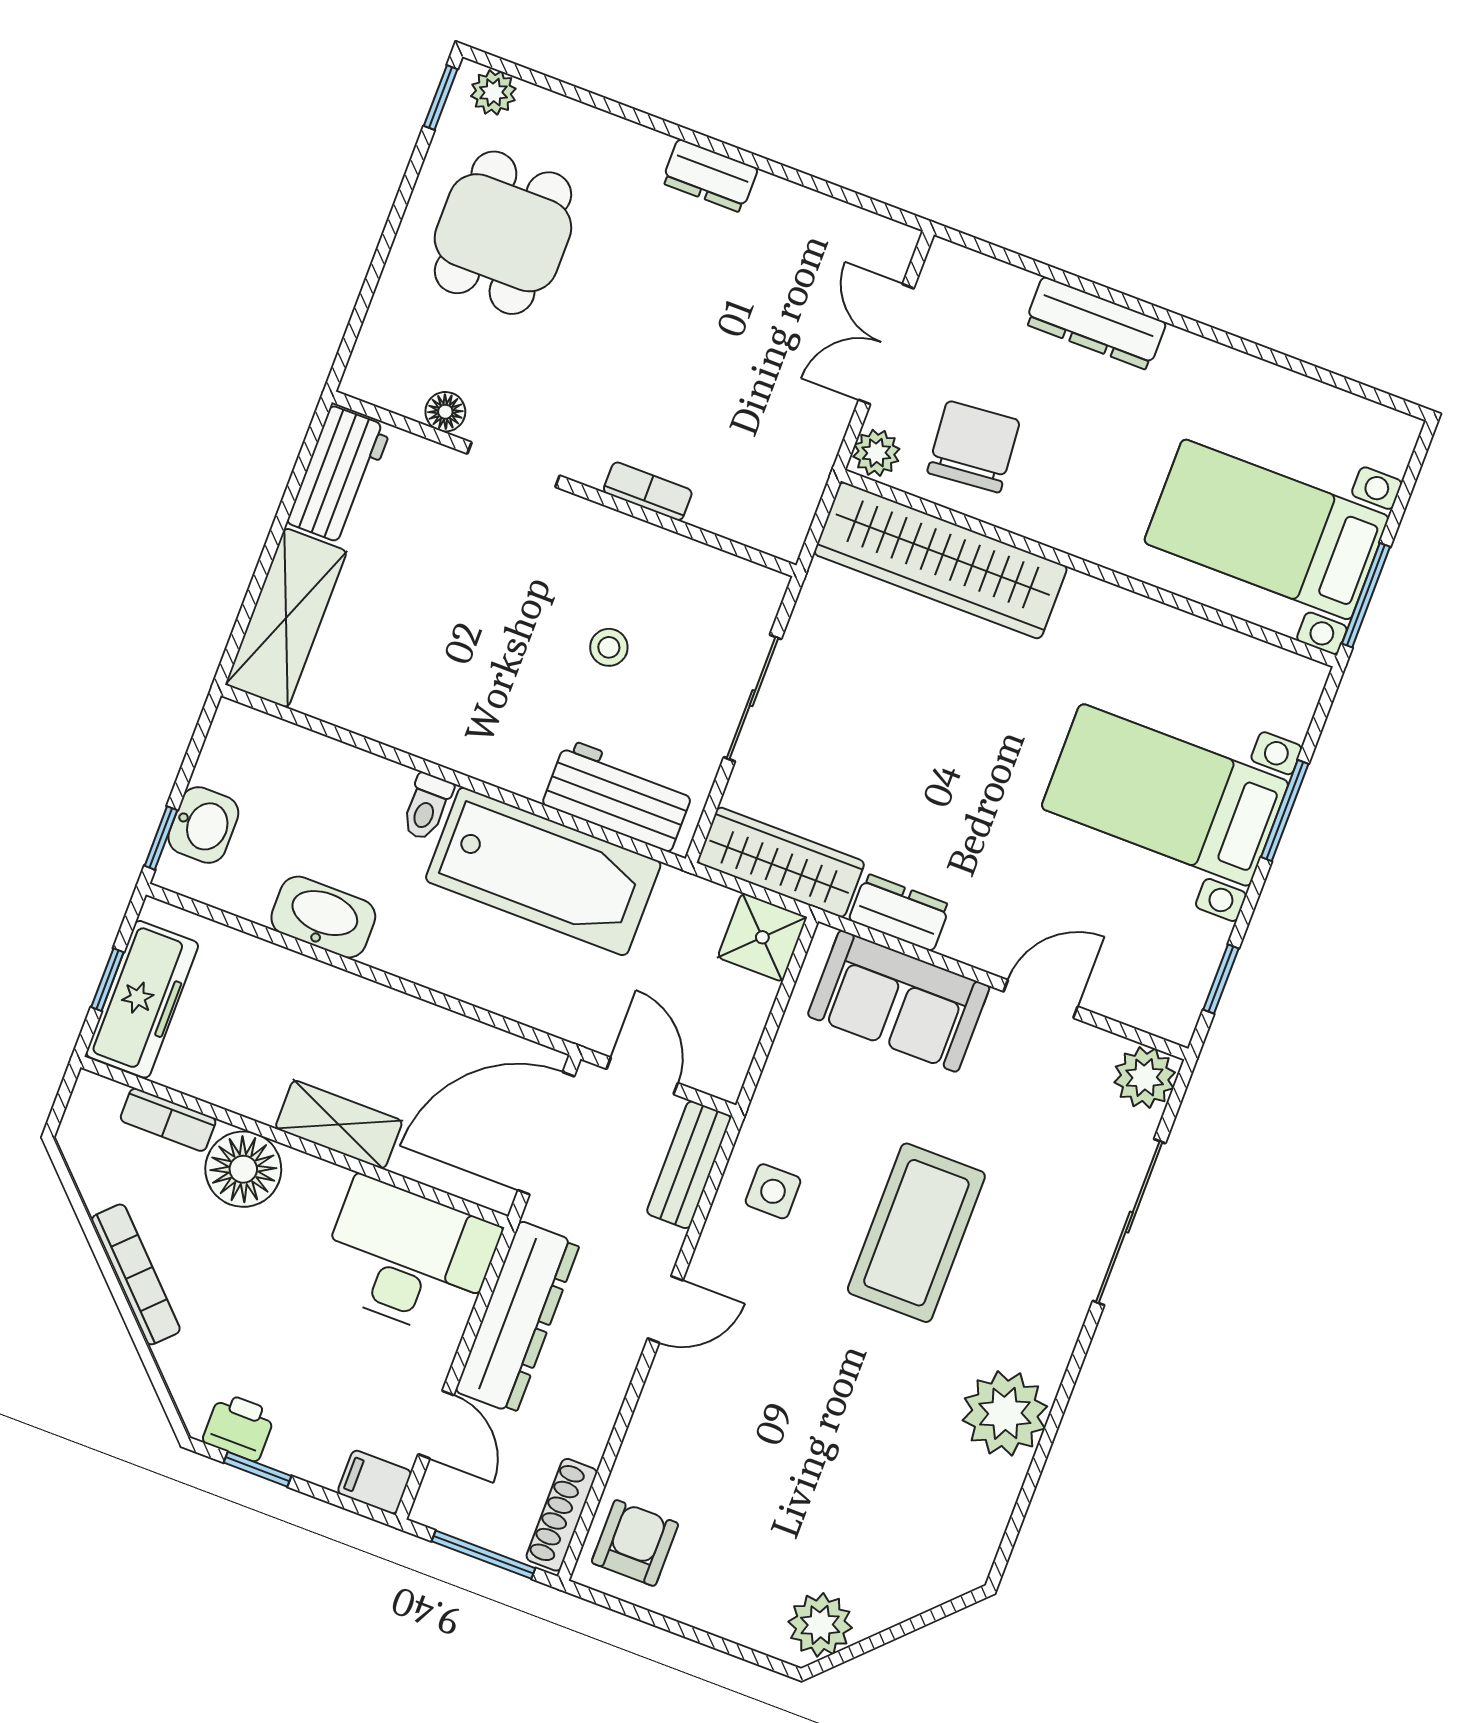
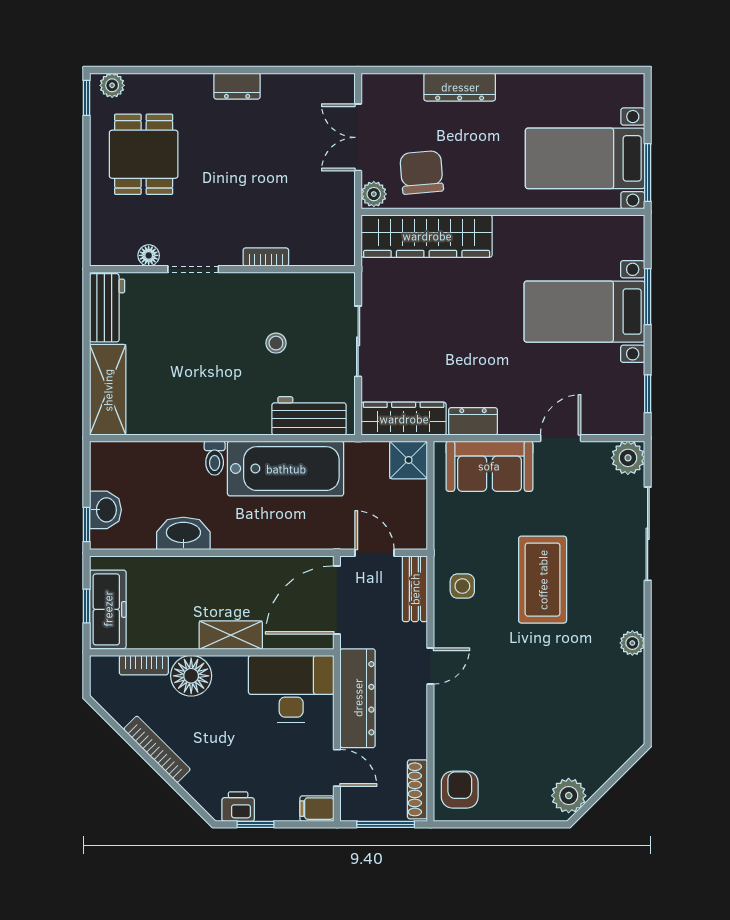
plant: (1005, 1413) -> (632, 643), width x0.53, depth x0.53

